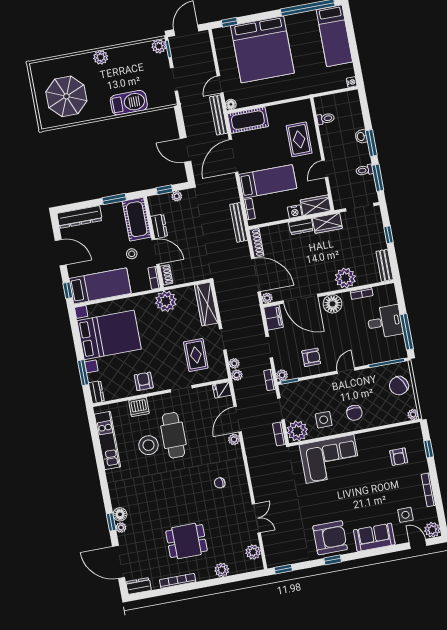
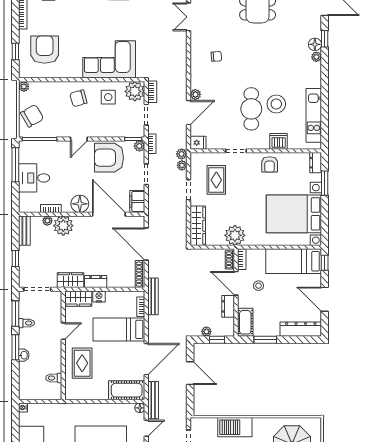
cot: (137, 219) -> (245, 322), width x0.73, depth x0.75
plant: (267, 298) -> (47, 221), moved
armchair: (311, 357) -> (109, 158), width x1.88, depth x1.88
chair: (354, 413) -> (78, 98), turned -106
armchair: (399, 457) -> (45, 50), width x1.88, depth x1.88
plant: (121, 527) -> (316, 57), moved

